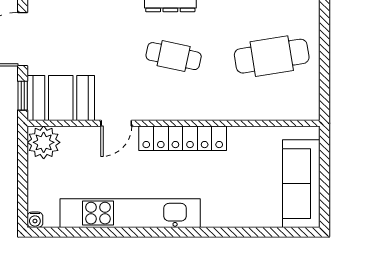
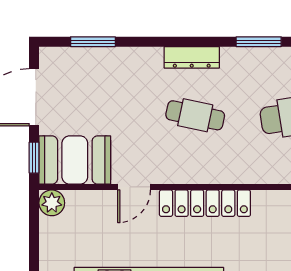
plant: (44, 142) -> (52, 203), width x0.73, depth x0.73

